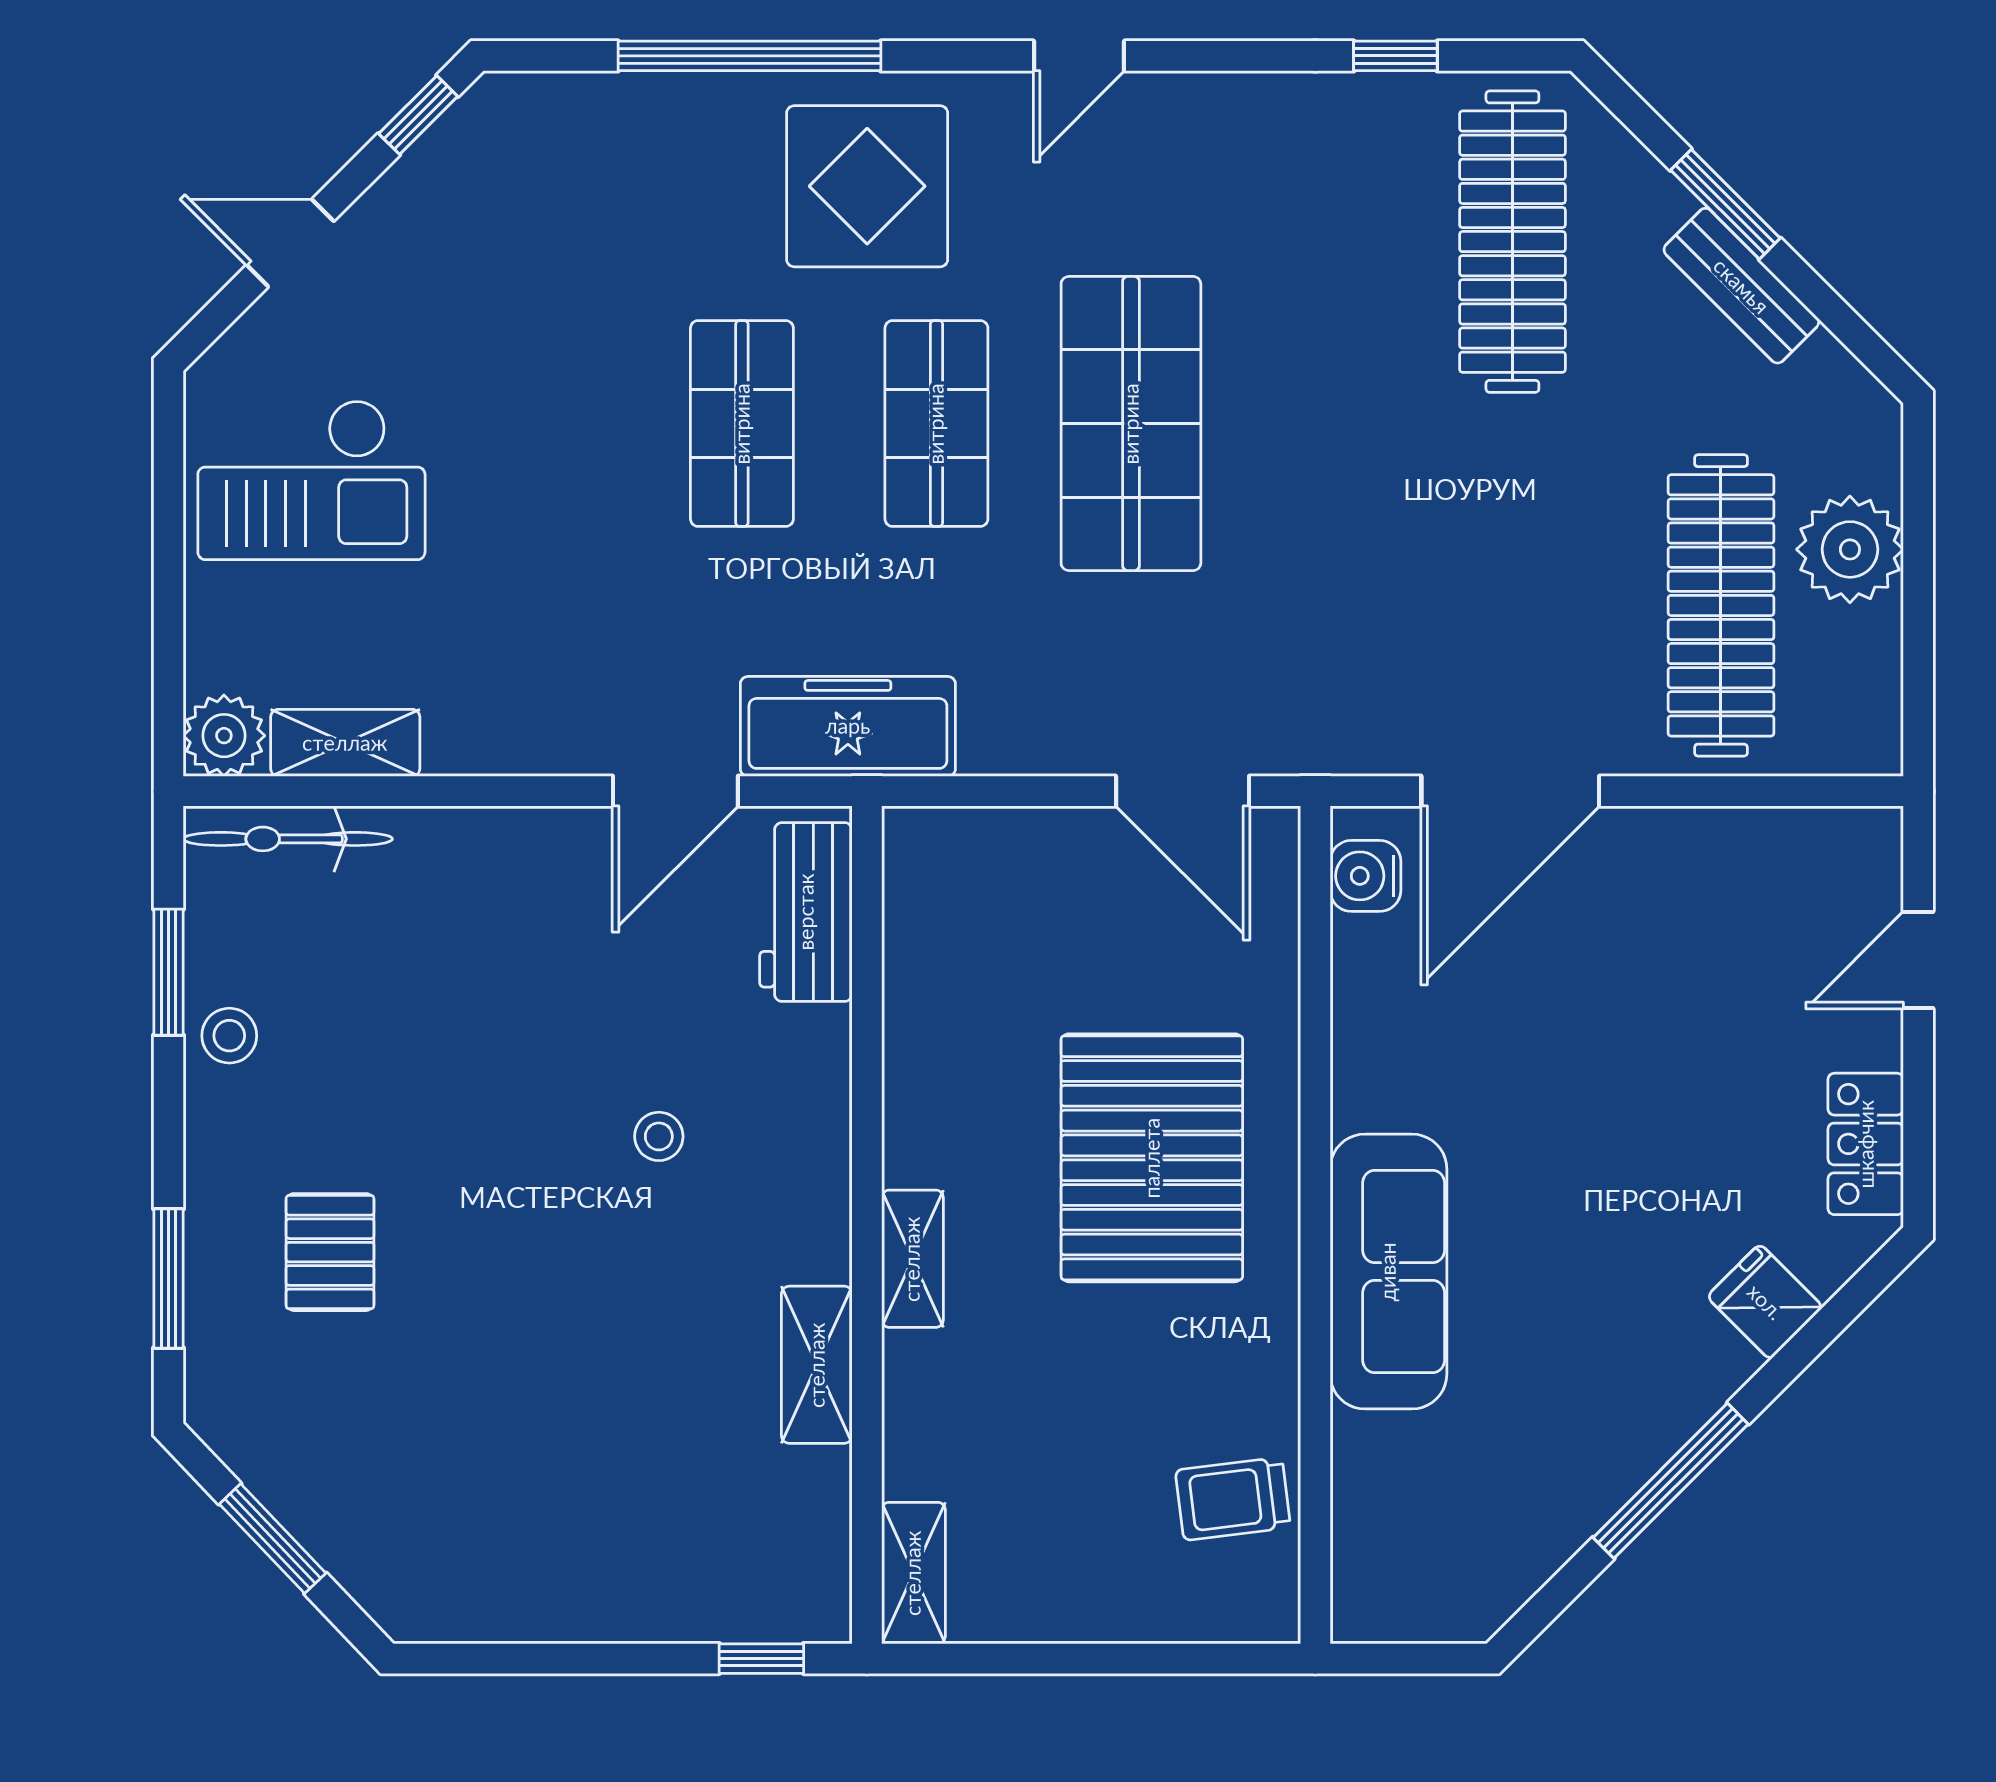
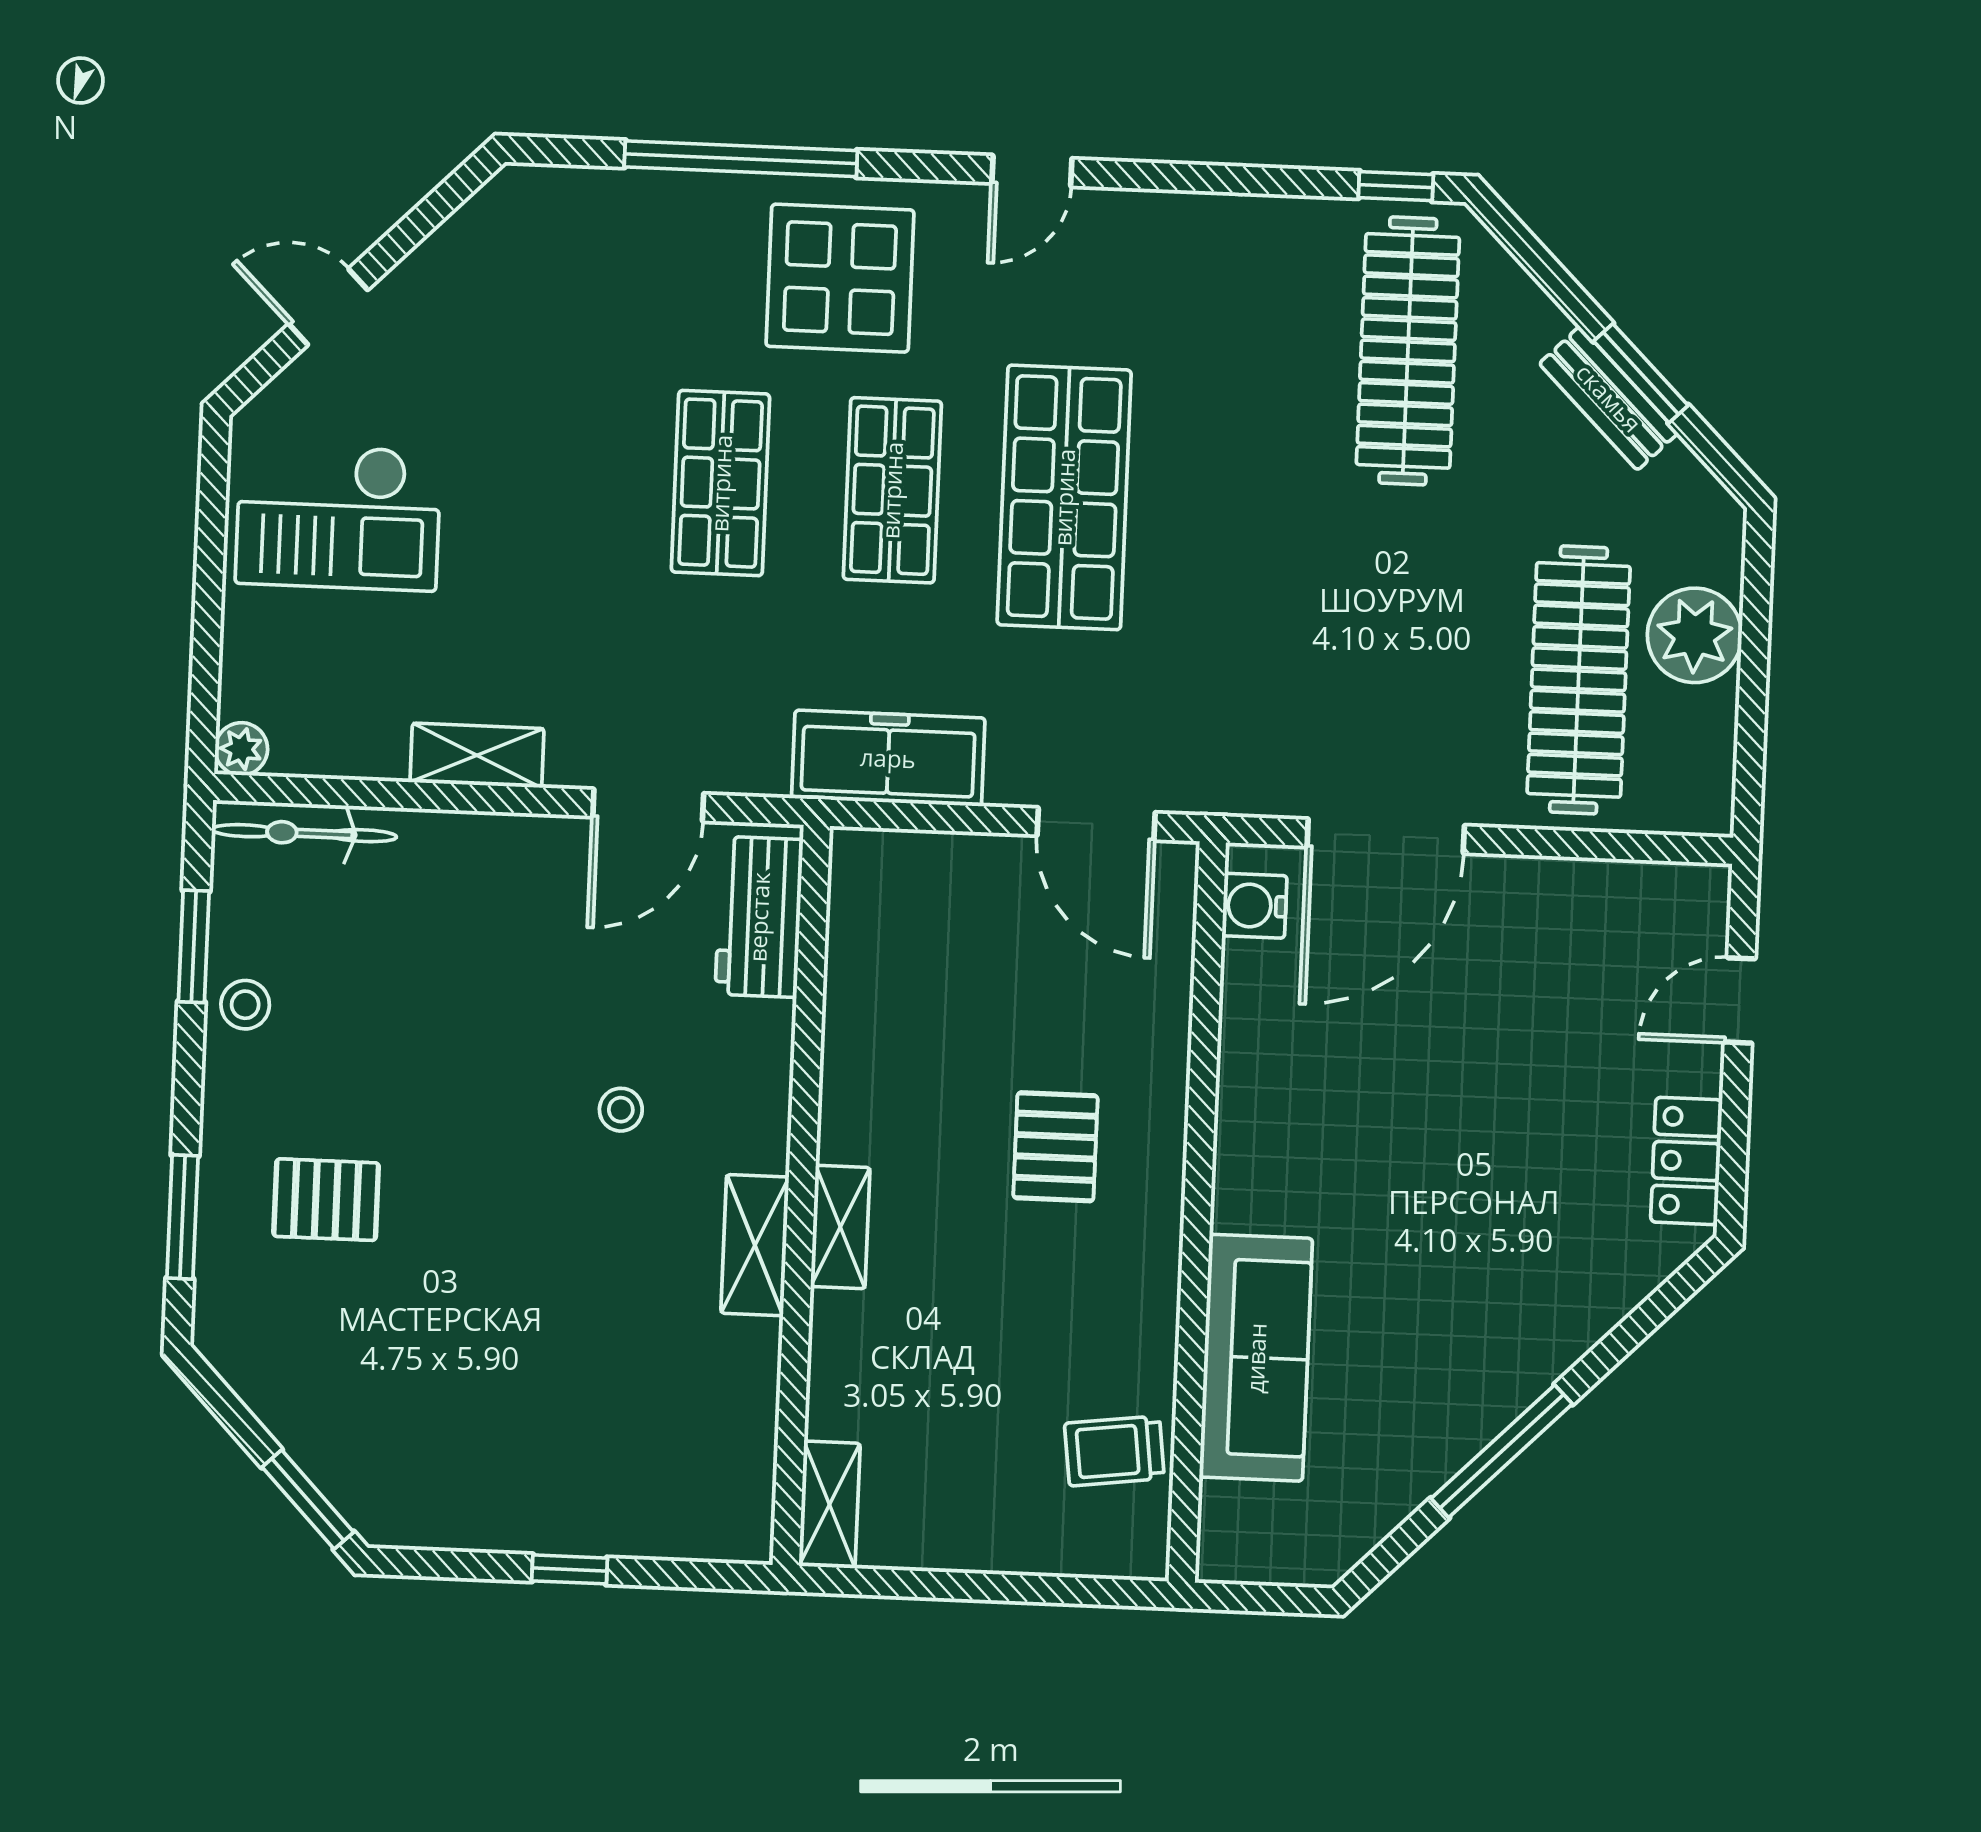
window: (1395, 56) -> (1396, 186), moved
window: (418, 115) -> (446, 199), removed
window: (1725, 204) -> (1641, 373), moved
freezer: (848, 726) -> (888, 758), moved
plant: (224, 736) -> (241, 749), width x0.73, depth x0.73
shelving: (345, 743) -> (477, 755), moved
pallet: (1152, 1158) -> (1055, 1147), width x0.49, depth x0.50
pallet: (330, 1252) -> (326, 1200), turned 90
sofa: (1388, 1272) -> (1256, 1358), moved
fridge: (1765, 1302) -> (1592, 1297), removed
shelving: (817, 1365) -> (755, 1245), moved
window: (273, 1539) -> (308, 1500), moved
window: (761, 1659) -> (570, 1569), moved

